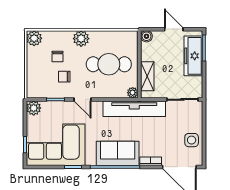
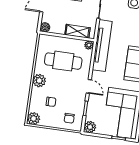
cafe table: (109, 64) -> (63, 61), turned 90
chair: (64, 77) -> (69, 118), moved
door: (83, 99) -> (89, 86), hinge flipped

